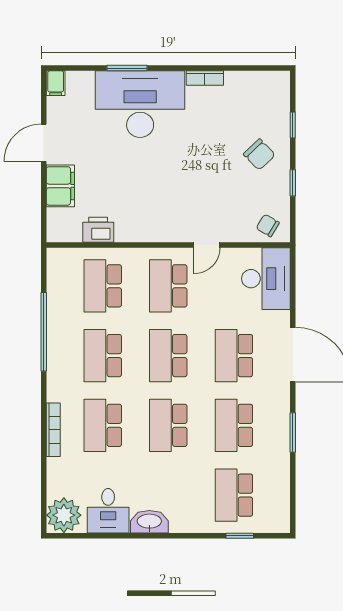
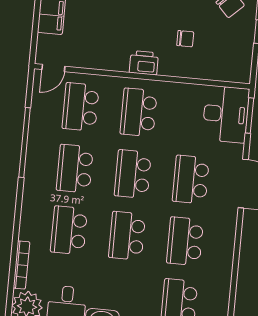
chair: (268, 225) -> (185, 39), moved, turned 149
printer: (98, 230) -> (144, 63), moved
door: (207, 245) -> (53, 68), moved
bookcase: (53, 430) -> (21, 265), moved
window: (293, 433) -> (250, 116), moved

